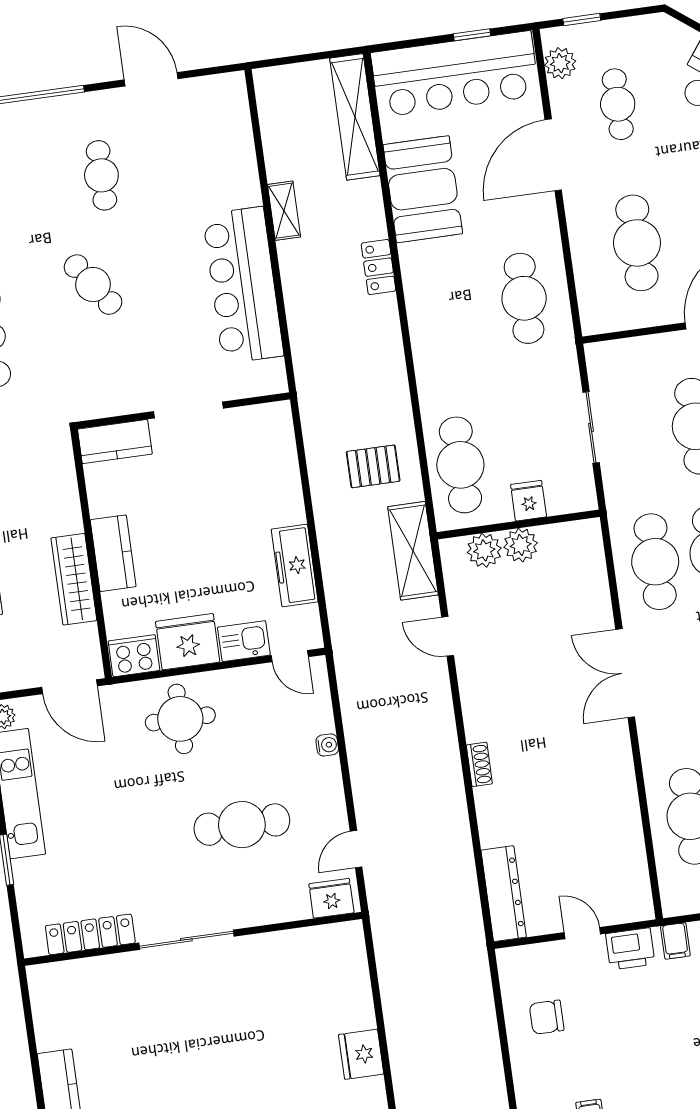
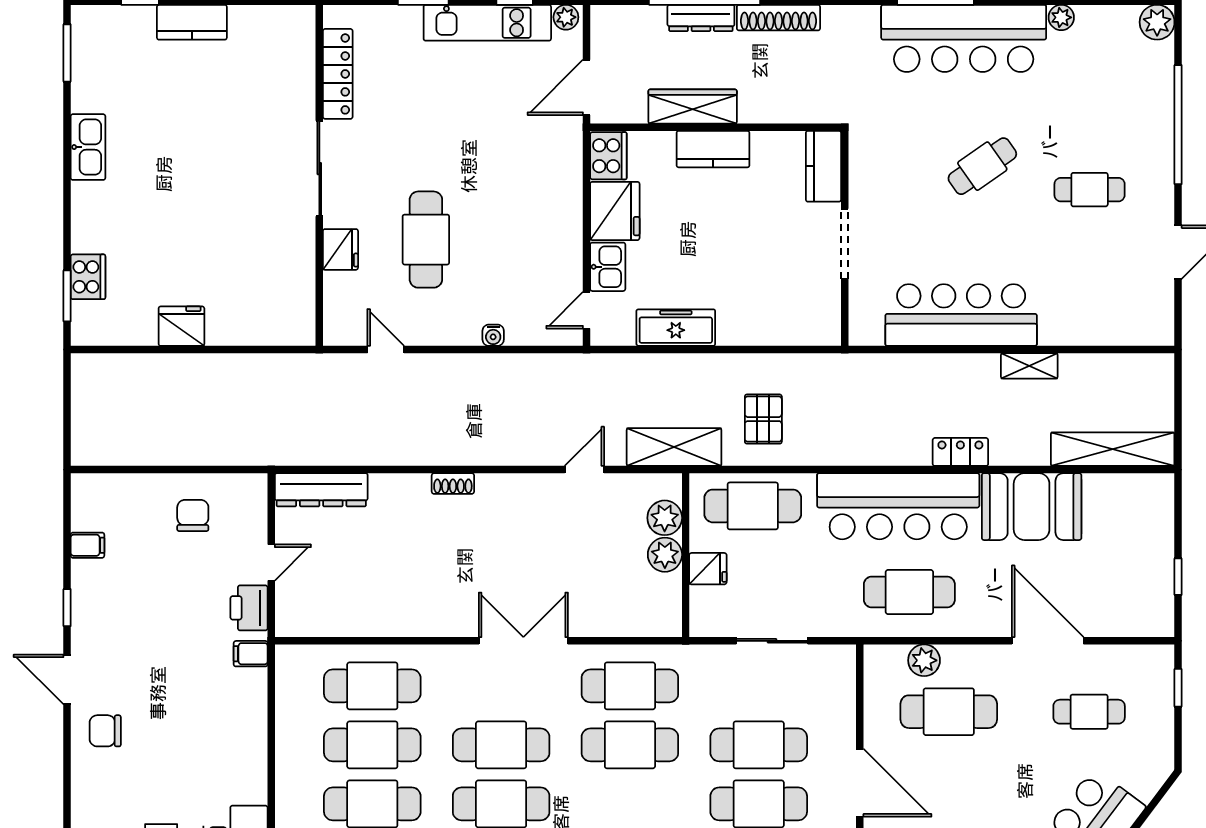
plant: (560, 63) -> (924, 660), moved
bar counter: (455, 74) -> (898, 506), moved, turned -90
round table: (180, 719) -> (539, 193), removed
fridge: (331, 898) -> (340, 249), moved

